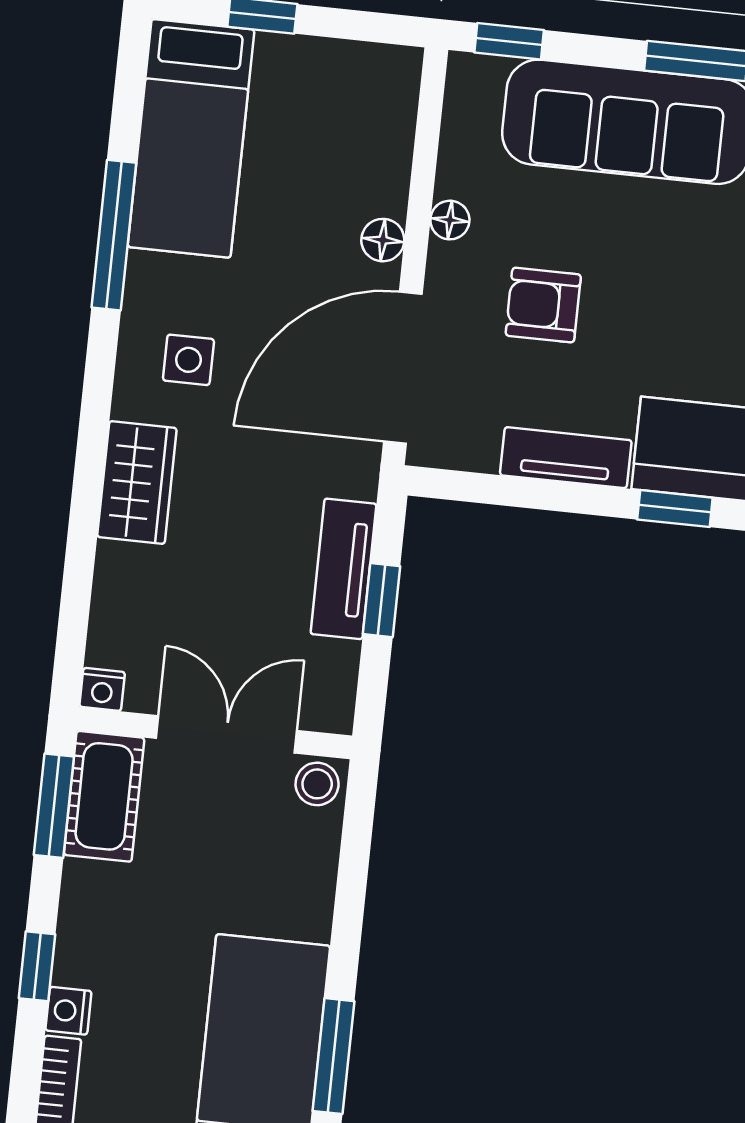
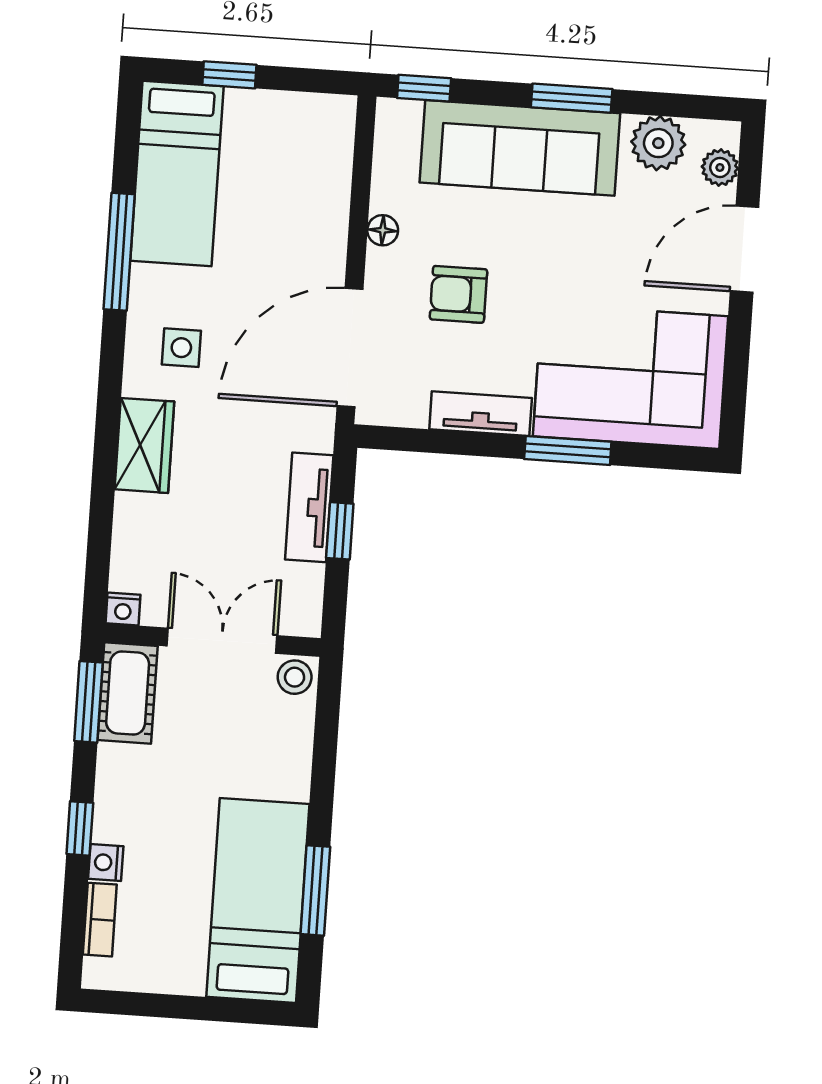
floor lamp: (383, 240) -> (331, 248), removed
window: (675, 509) -> (568, 450), width x1.50

